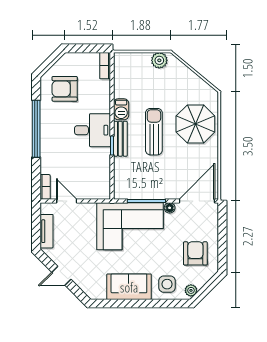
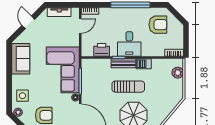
plant: (159, 60) -> (178, 73), moved
armchair: (65, 89) -> (158, 25), turned 90
printer: (101, 170) -> (102, 50), added
sofa: (129, 287) -> (21, 59), moved

